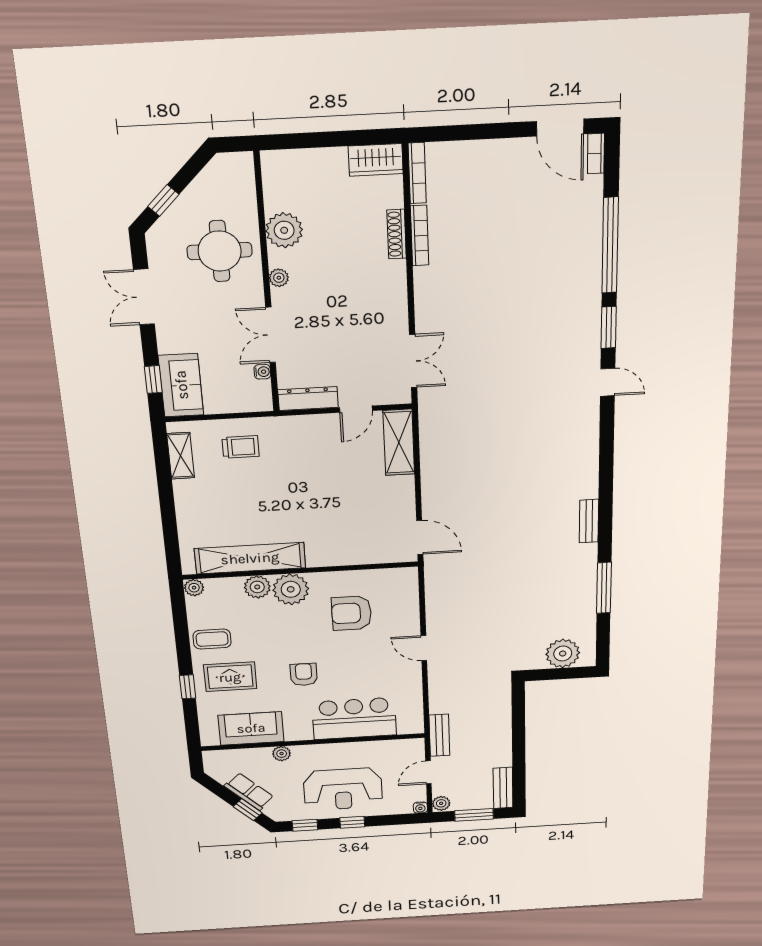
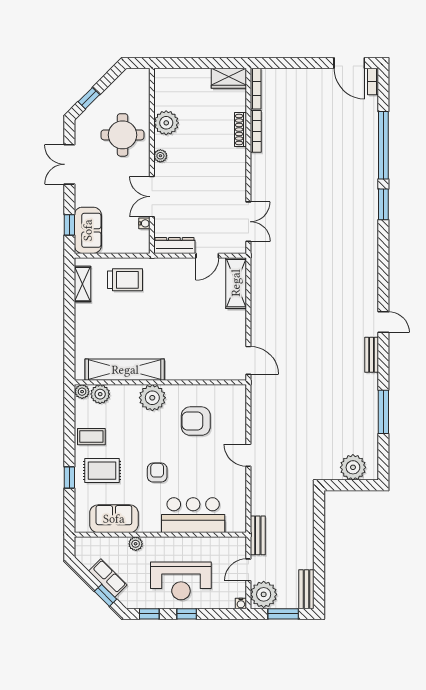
door: (608, 382) -> (383, 322), moved
trolley: (241, 447) -> (125, 280), width x1.36, depth x1.39
plant: (257, 587) -> (100, 394), moved
plant: (441, 803) -> (264, 594), width x1.88, depth x1.88

